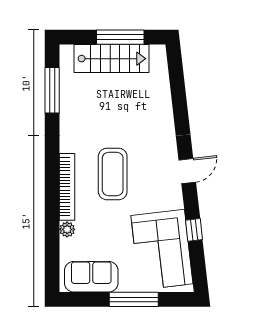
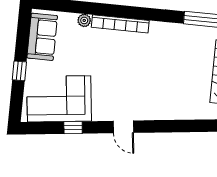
coffee table: (113, 174) -> (127, 64), removed
window: (134, 299) -> (19, 71), width x0.46

